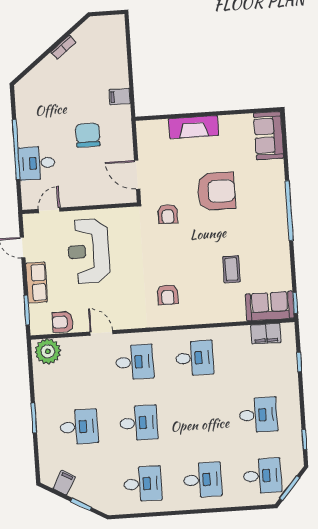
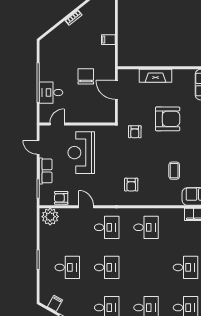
filing cabinet: (120, 97) -> (108, 40), moved
door: (137, 175) -> (116, 90), moved

